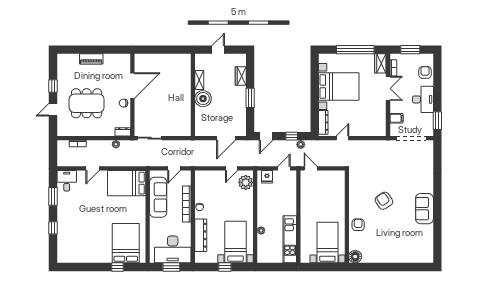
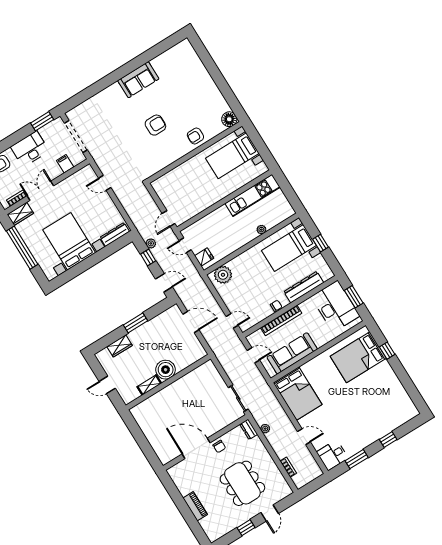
door: (53, 110) -> (270, 513), hinge flipped
door: (342, 138) -> (105, 183), moved
door: (232, 168) -> (232, 321), moved
armchair: (384, 201) -> (155, 125), turned -146

